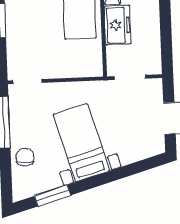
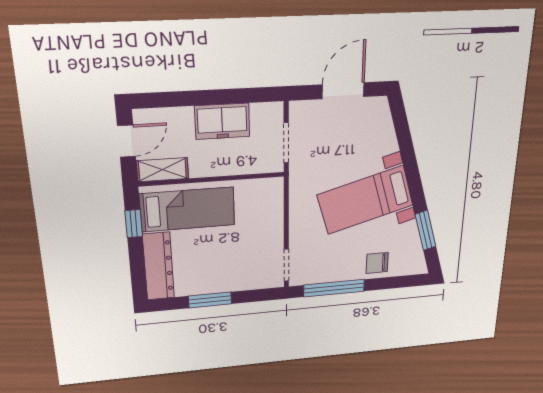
freezer: (118, 25) -> (222, 121), moved, turned 180

